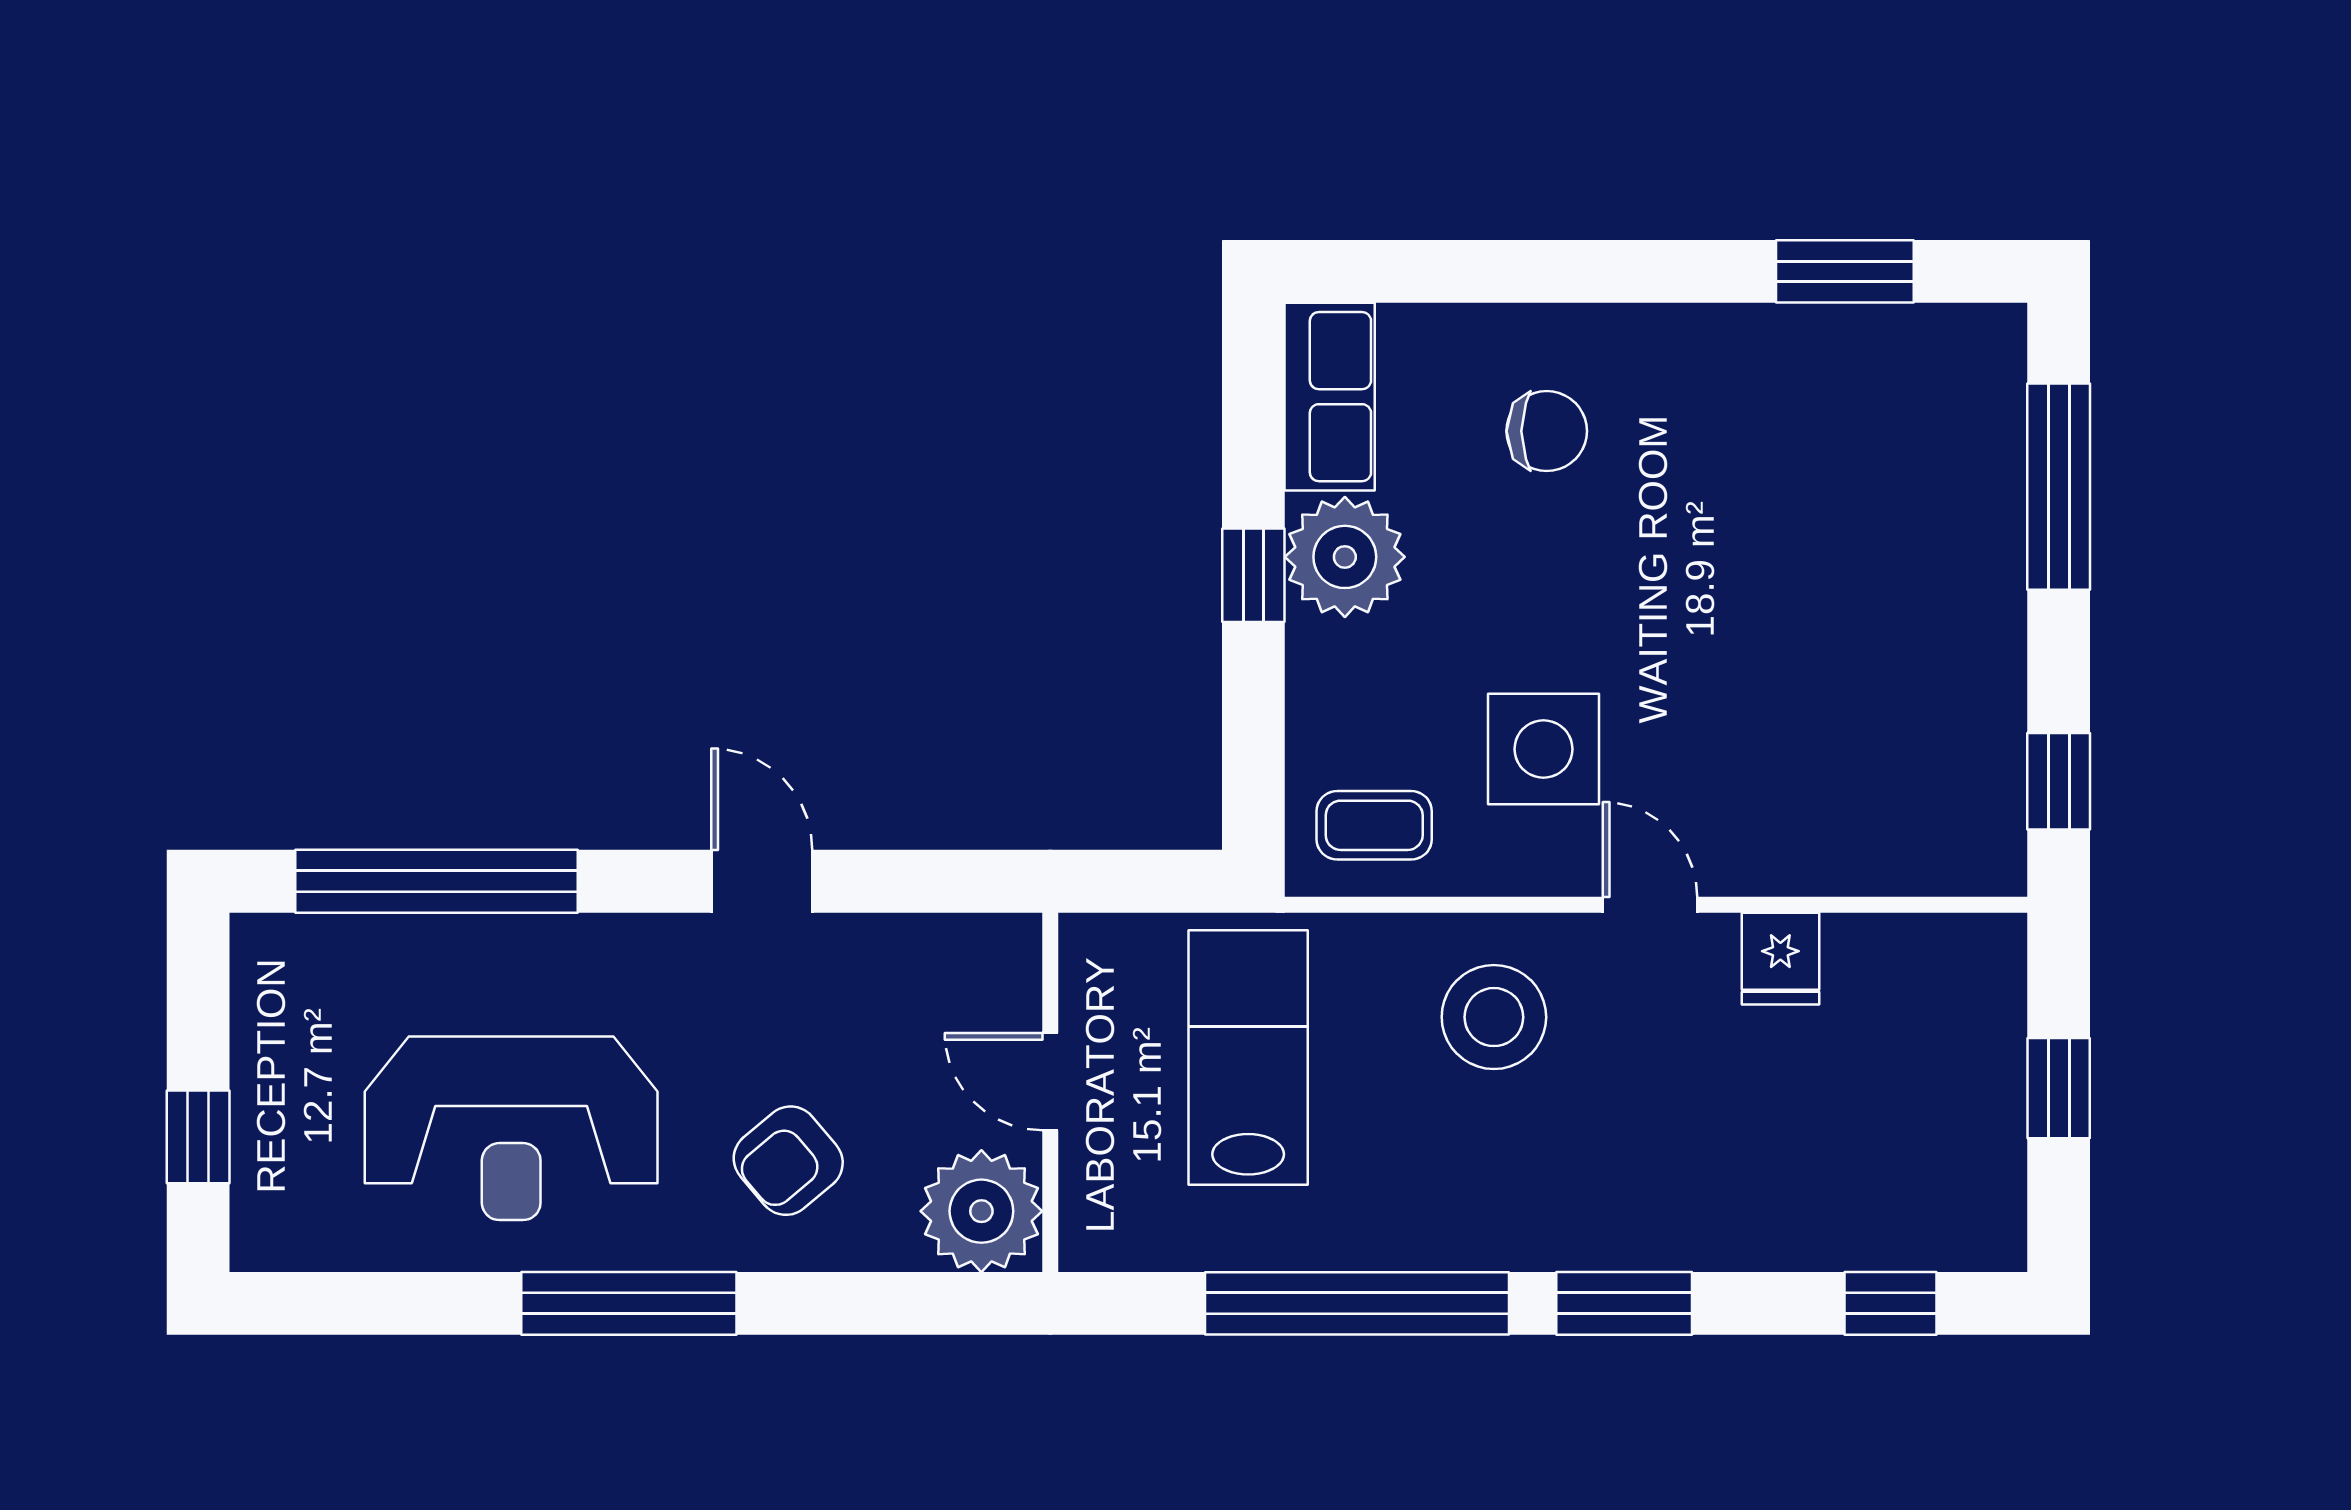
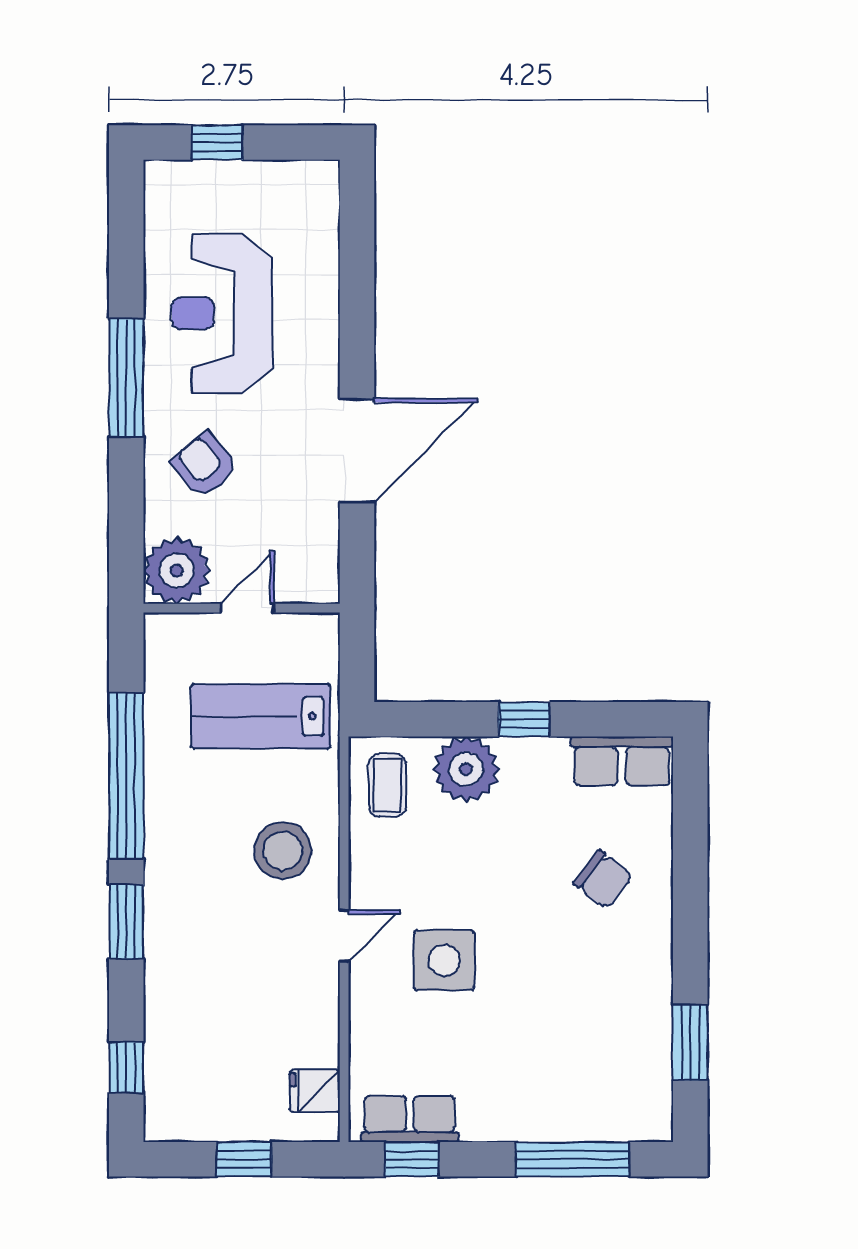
chair: (1547, 431) -> (603, 879), turned -52
plant: (1345, 557) -> (466, 769), moved
side table: (1543, 749) -> (444, 960), moved
row of seats: (1985, 785) -> (410, 1119), added
window: (437, 881) -> (357, 273), removed
door: (762, 881) -> (357, 451), width x1.88
fridge: (1780, 959) -> (315, 1091), moved
lab bench: (1248, 1057) -> (261, 716), turned 180

